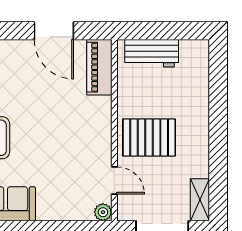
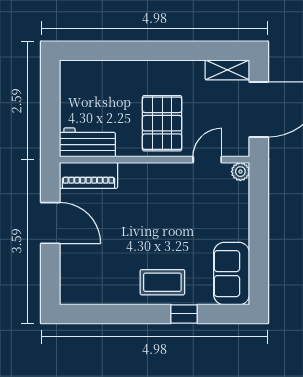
door: (54, 31) -> (50, 223), hinge flipped
workbench: (152, 53) -> (87, 142), moved, turned -90

